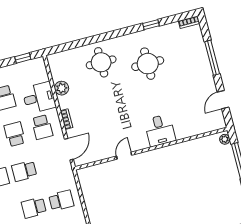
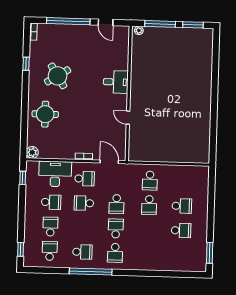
window: (212, 58) -> (68, 21), width x1.46
round table: (148, 64) -> (58, 76), turned -32
plant: (62, 88) -> (32, 152), moved
desk: (39, 98) -> (55, 174), width x1.37
school desk: (61, 200) -> (150, 181), turned 180

